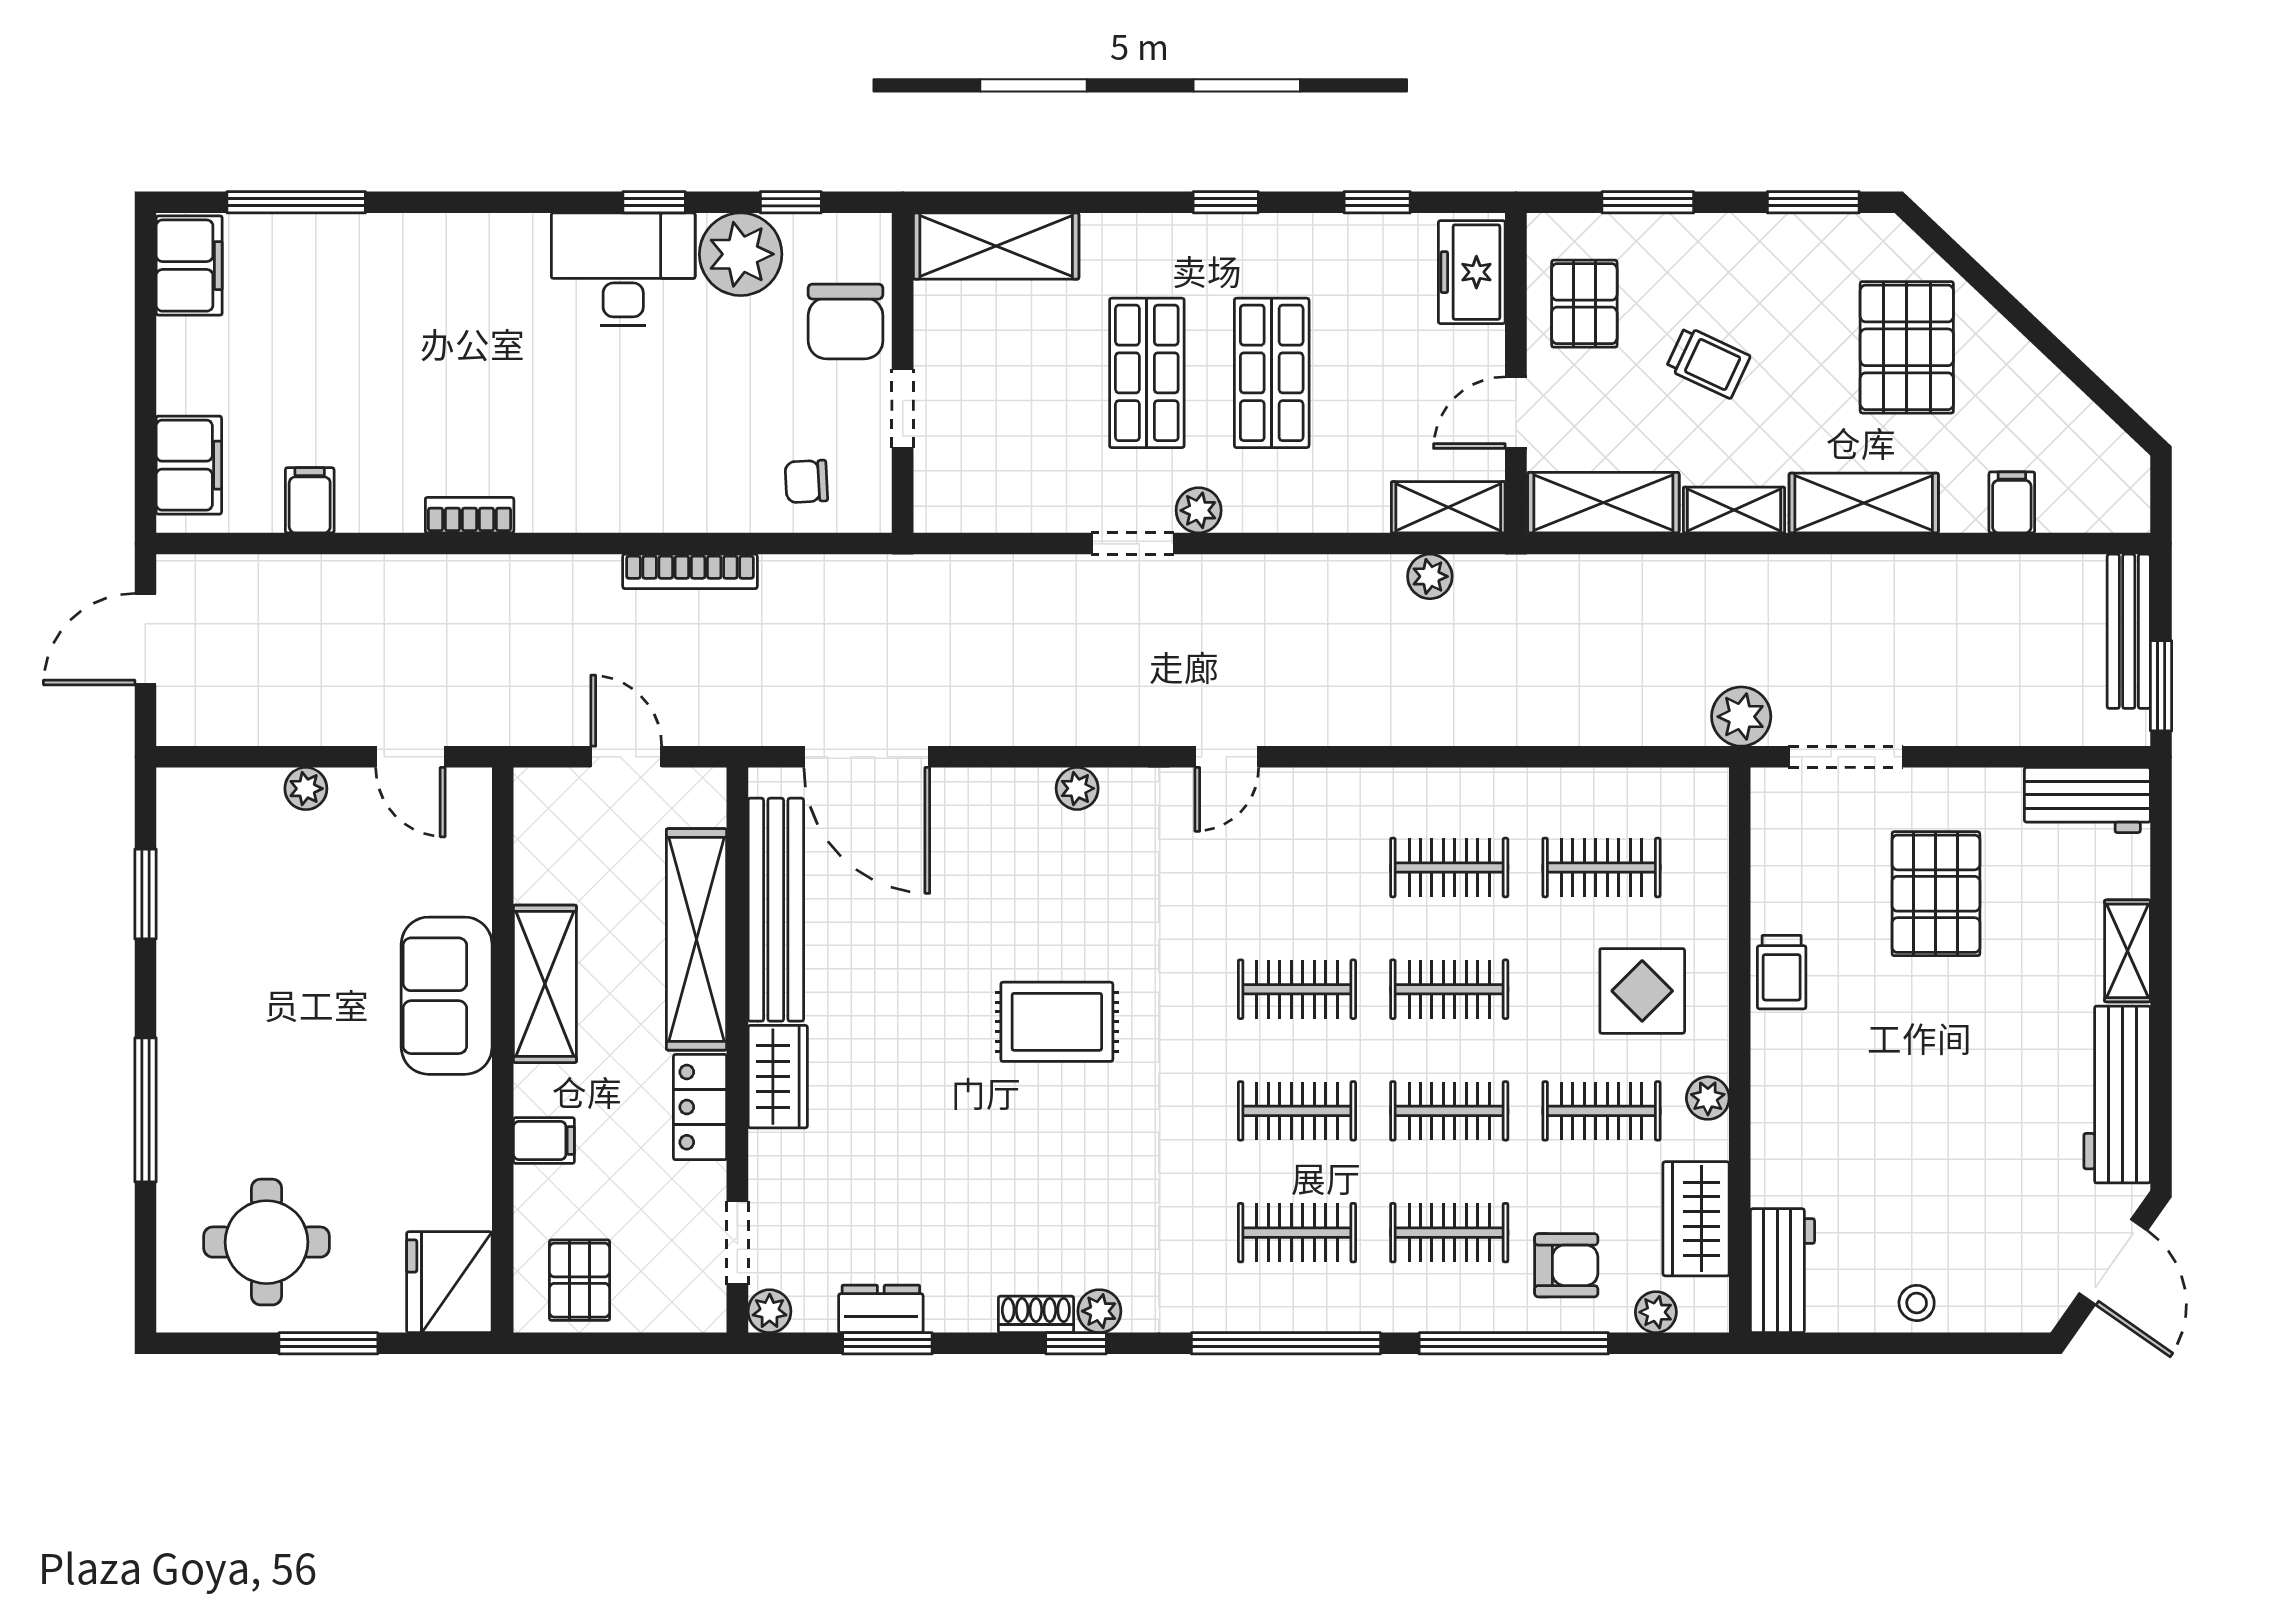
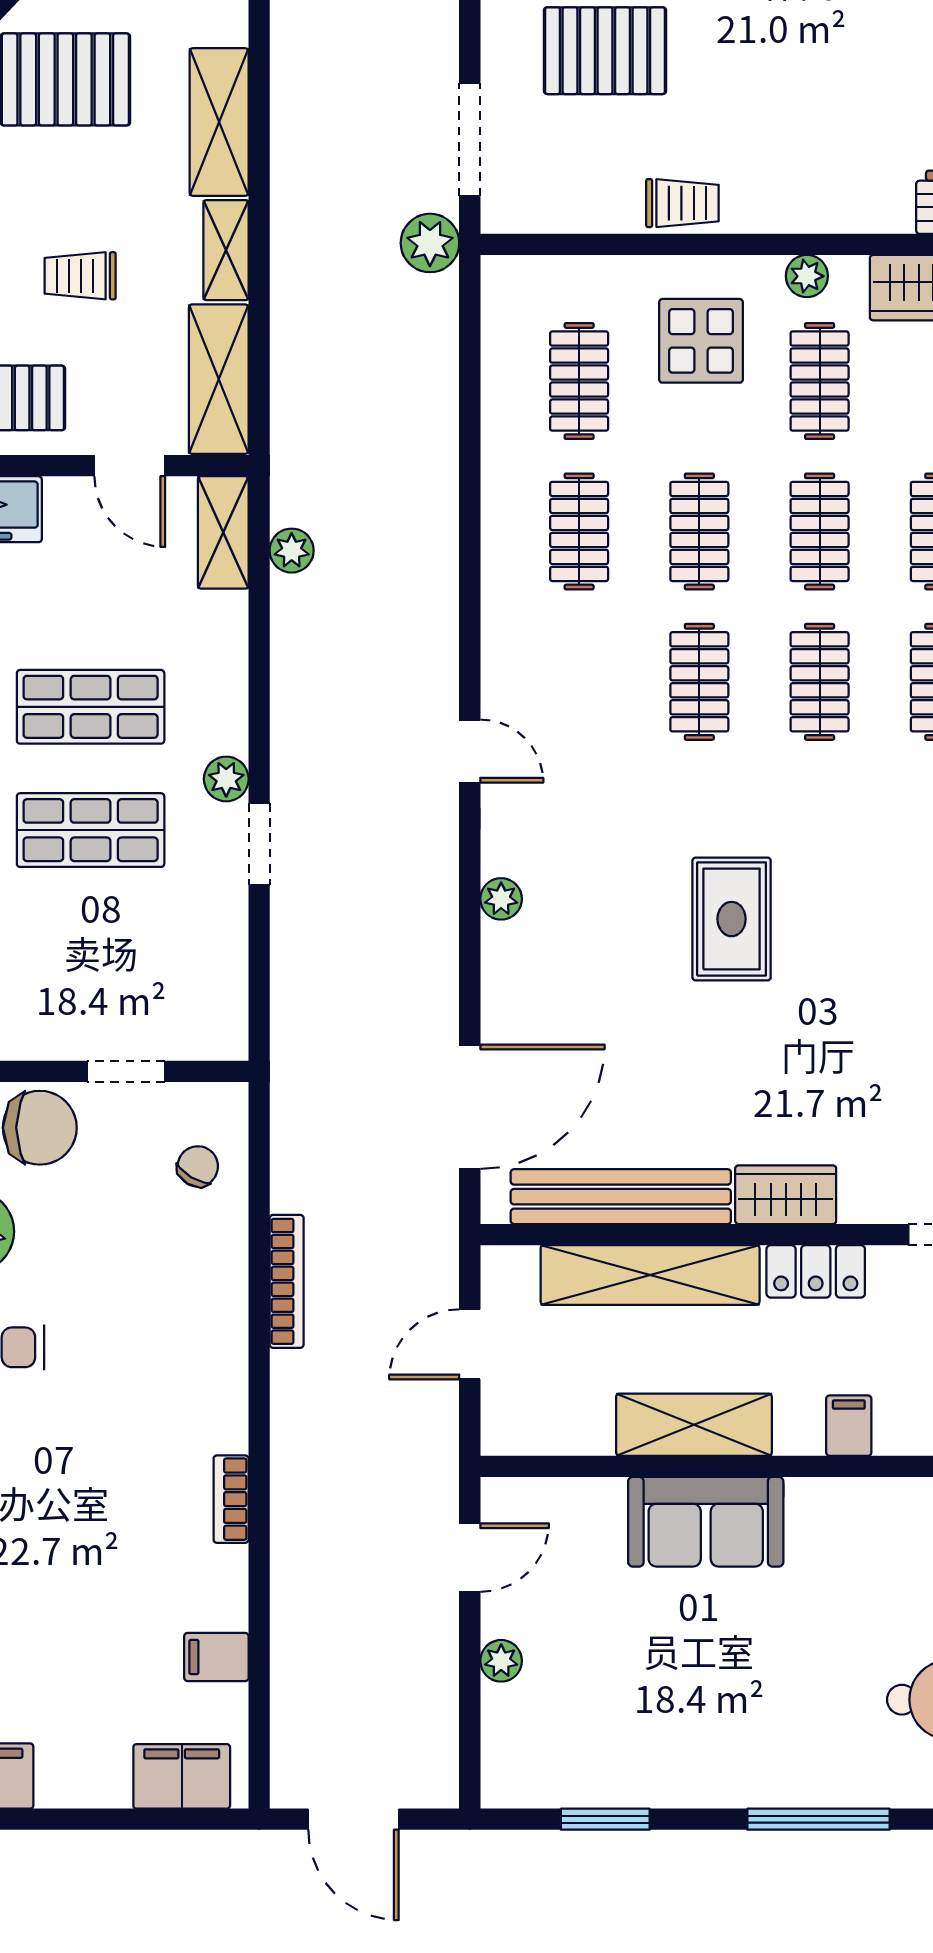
trolley: (1708, 362) -> (80, 276), turned -115
chair: (806, 481) -> (198, 1166), turned -146

